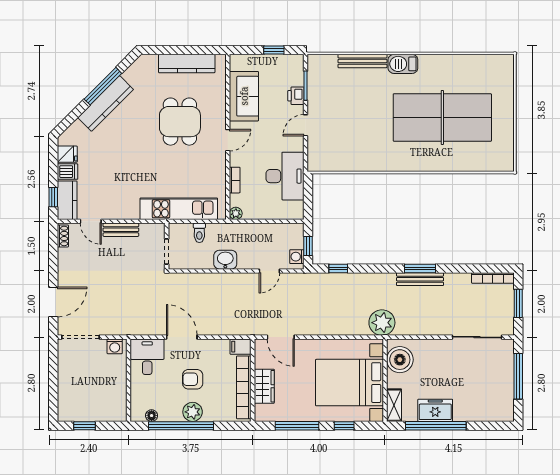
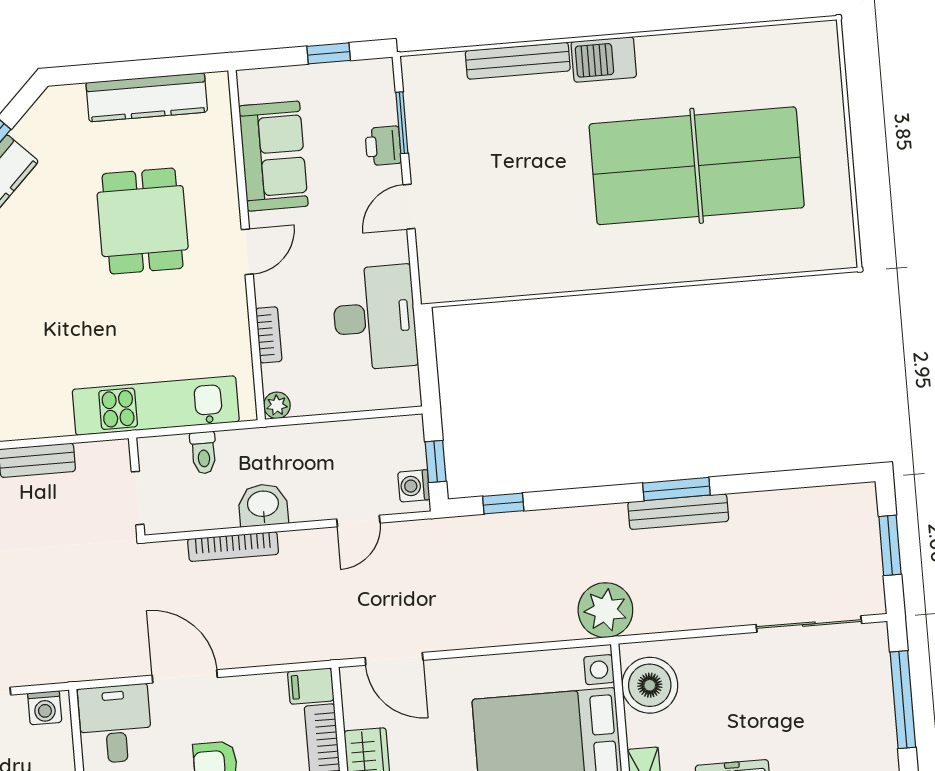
bookcase: (493, 278) -> (233, 547), moved

